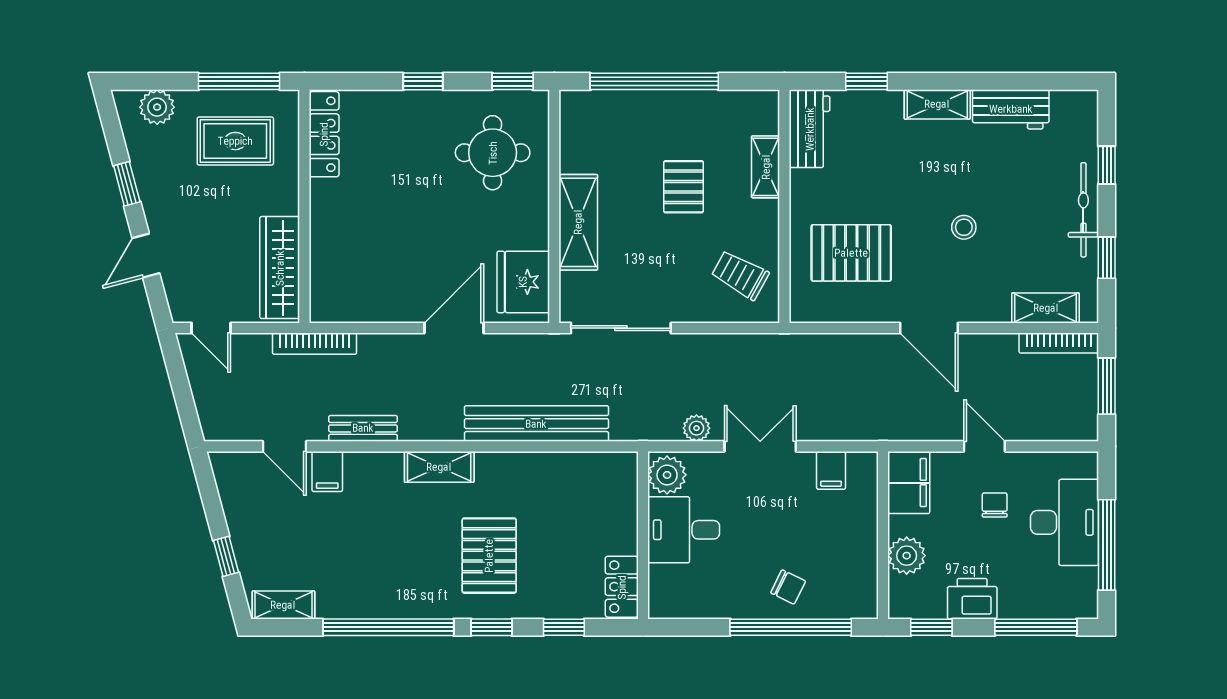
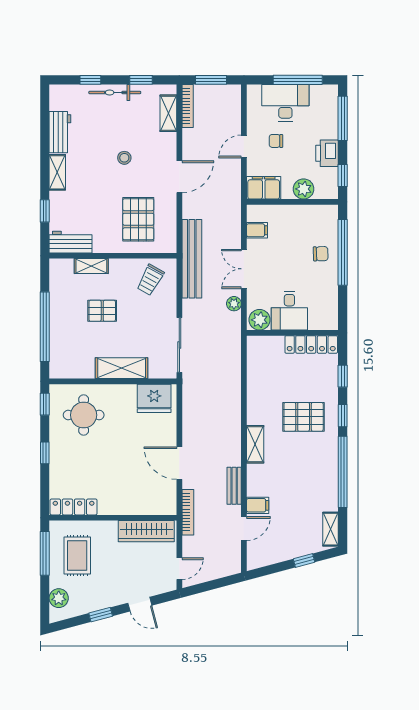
door: (454, 328) -> (179, 463), moved
bench: (536, 424) -> (192, 259), moved
locker: (622, 587) -> (311, 344), width x1.53
chair: (788, 587) -> (321, 254), turned 62

